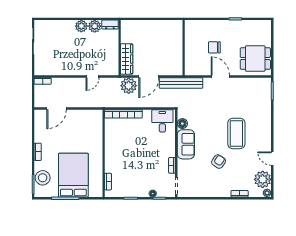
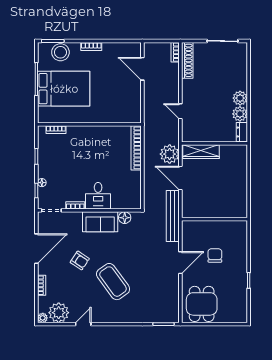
shoe rack: (49, 71) -> (187, 60), added
desk: (162, 121) -> (98, 196), moved, turned 90
coffee table: (236, 133) -> (113, 282), turned 54
door: (208, 198) -> (36, 249), added

